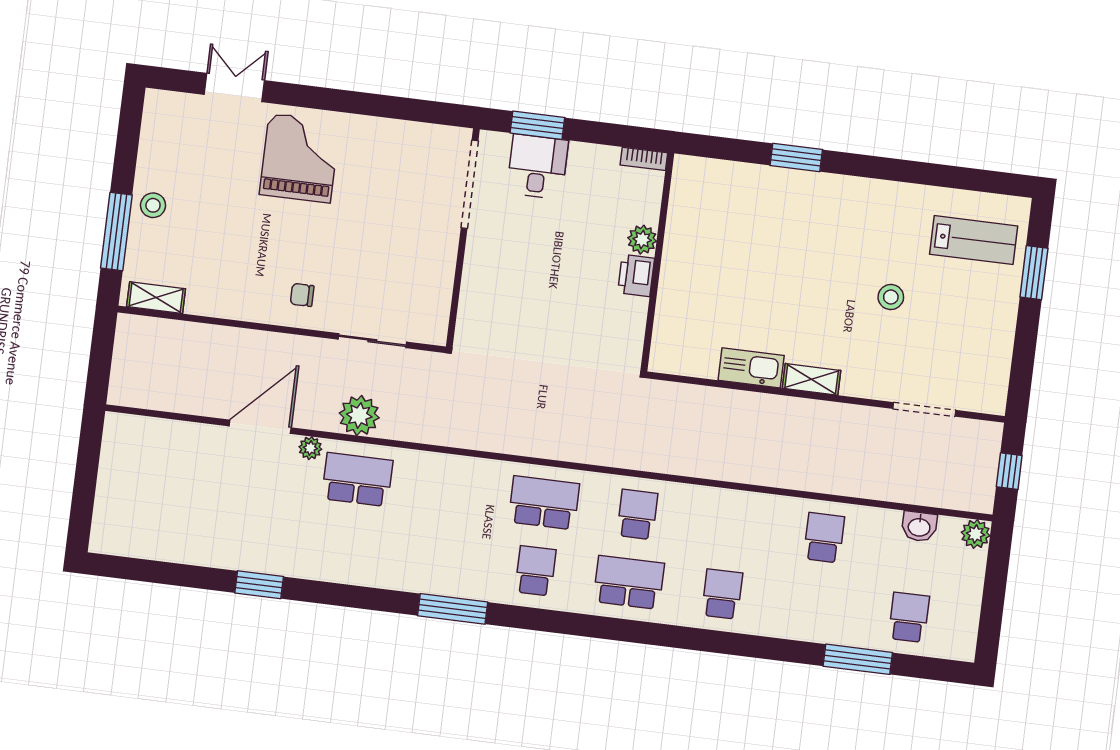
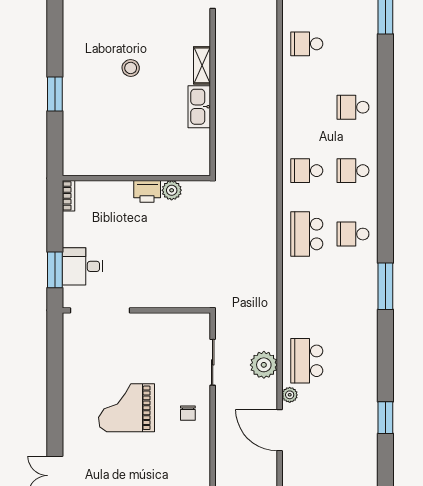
grand piano: (300, 158) -> (127, 408), moved
plant: (642, 240) -> (172, 190), moved
stool: (891, 297) -> (131, 68), moved
school desk: (629, 582) -> (353, 171), width x0.54

